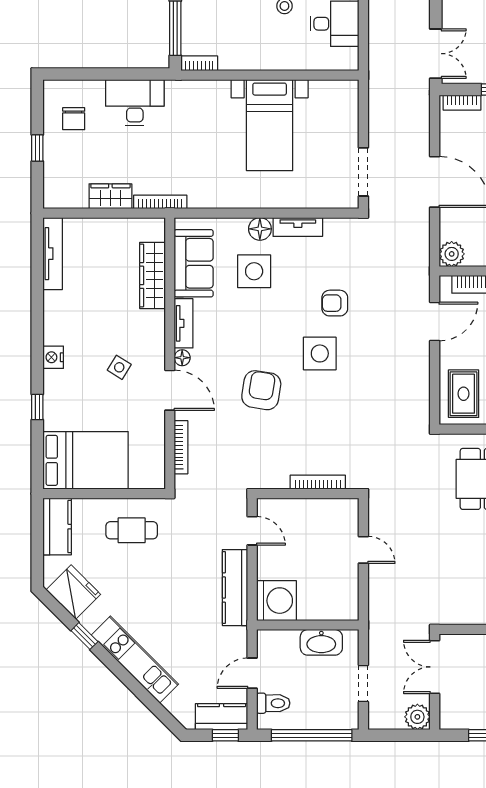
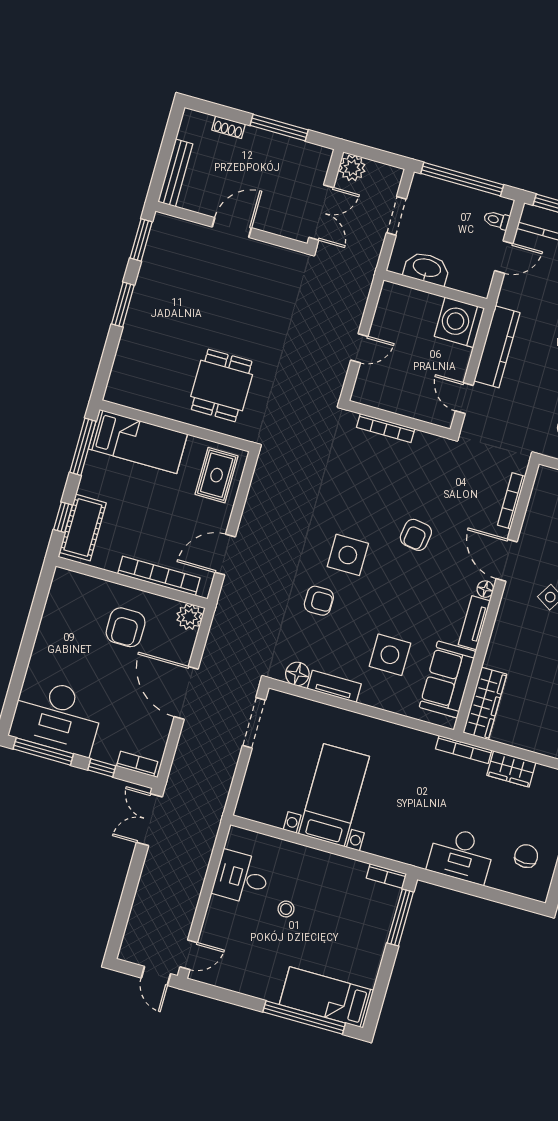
floor lamp: (260, 229) -> (297, 674), moved
wardrobe: (152, 275) -> (485, 703), moved
armchair: (261, 390) -> (416, 535), width x0.72, depth x0.72
door: (363, 550) -> (359, 348), swing flipped
toilet: (273, 703) -> (497, 220), width x0.73, depth x0.72

